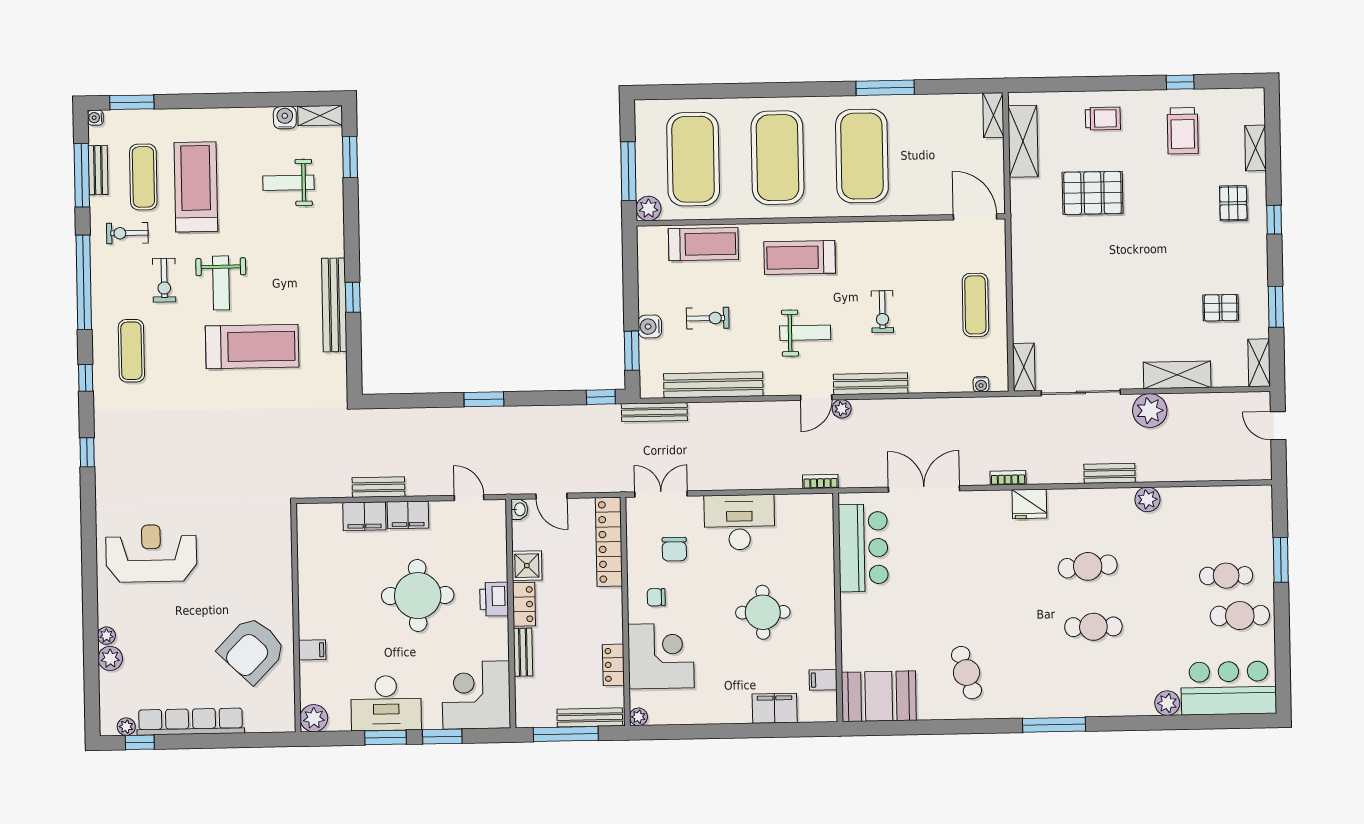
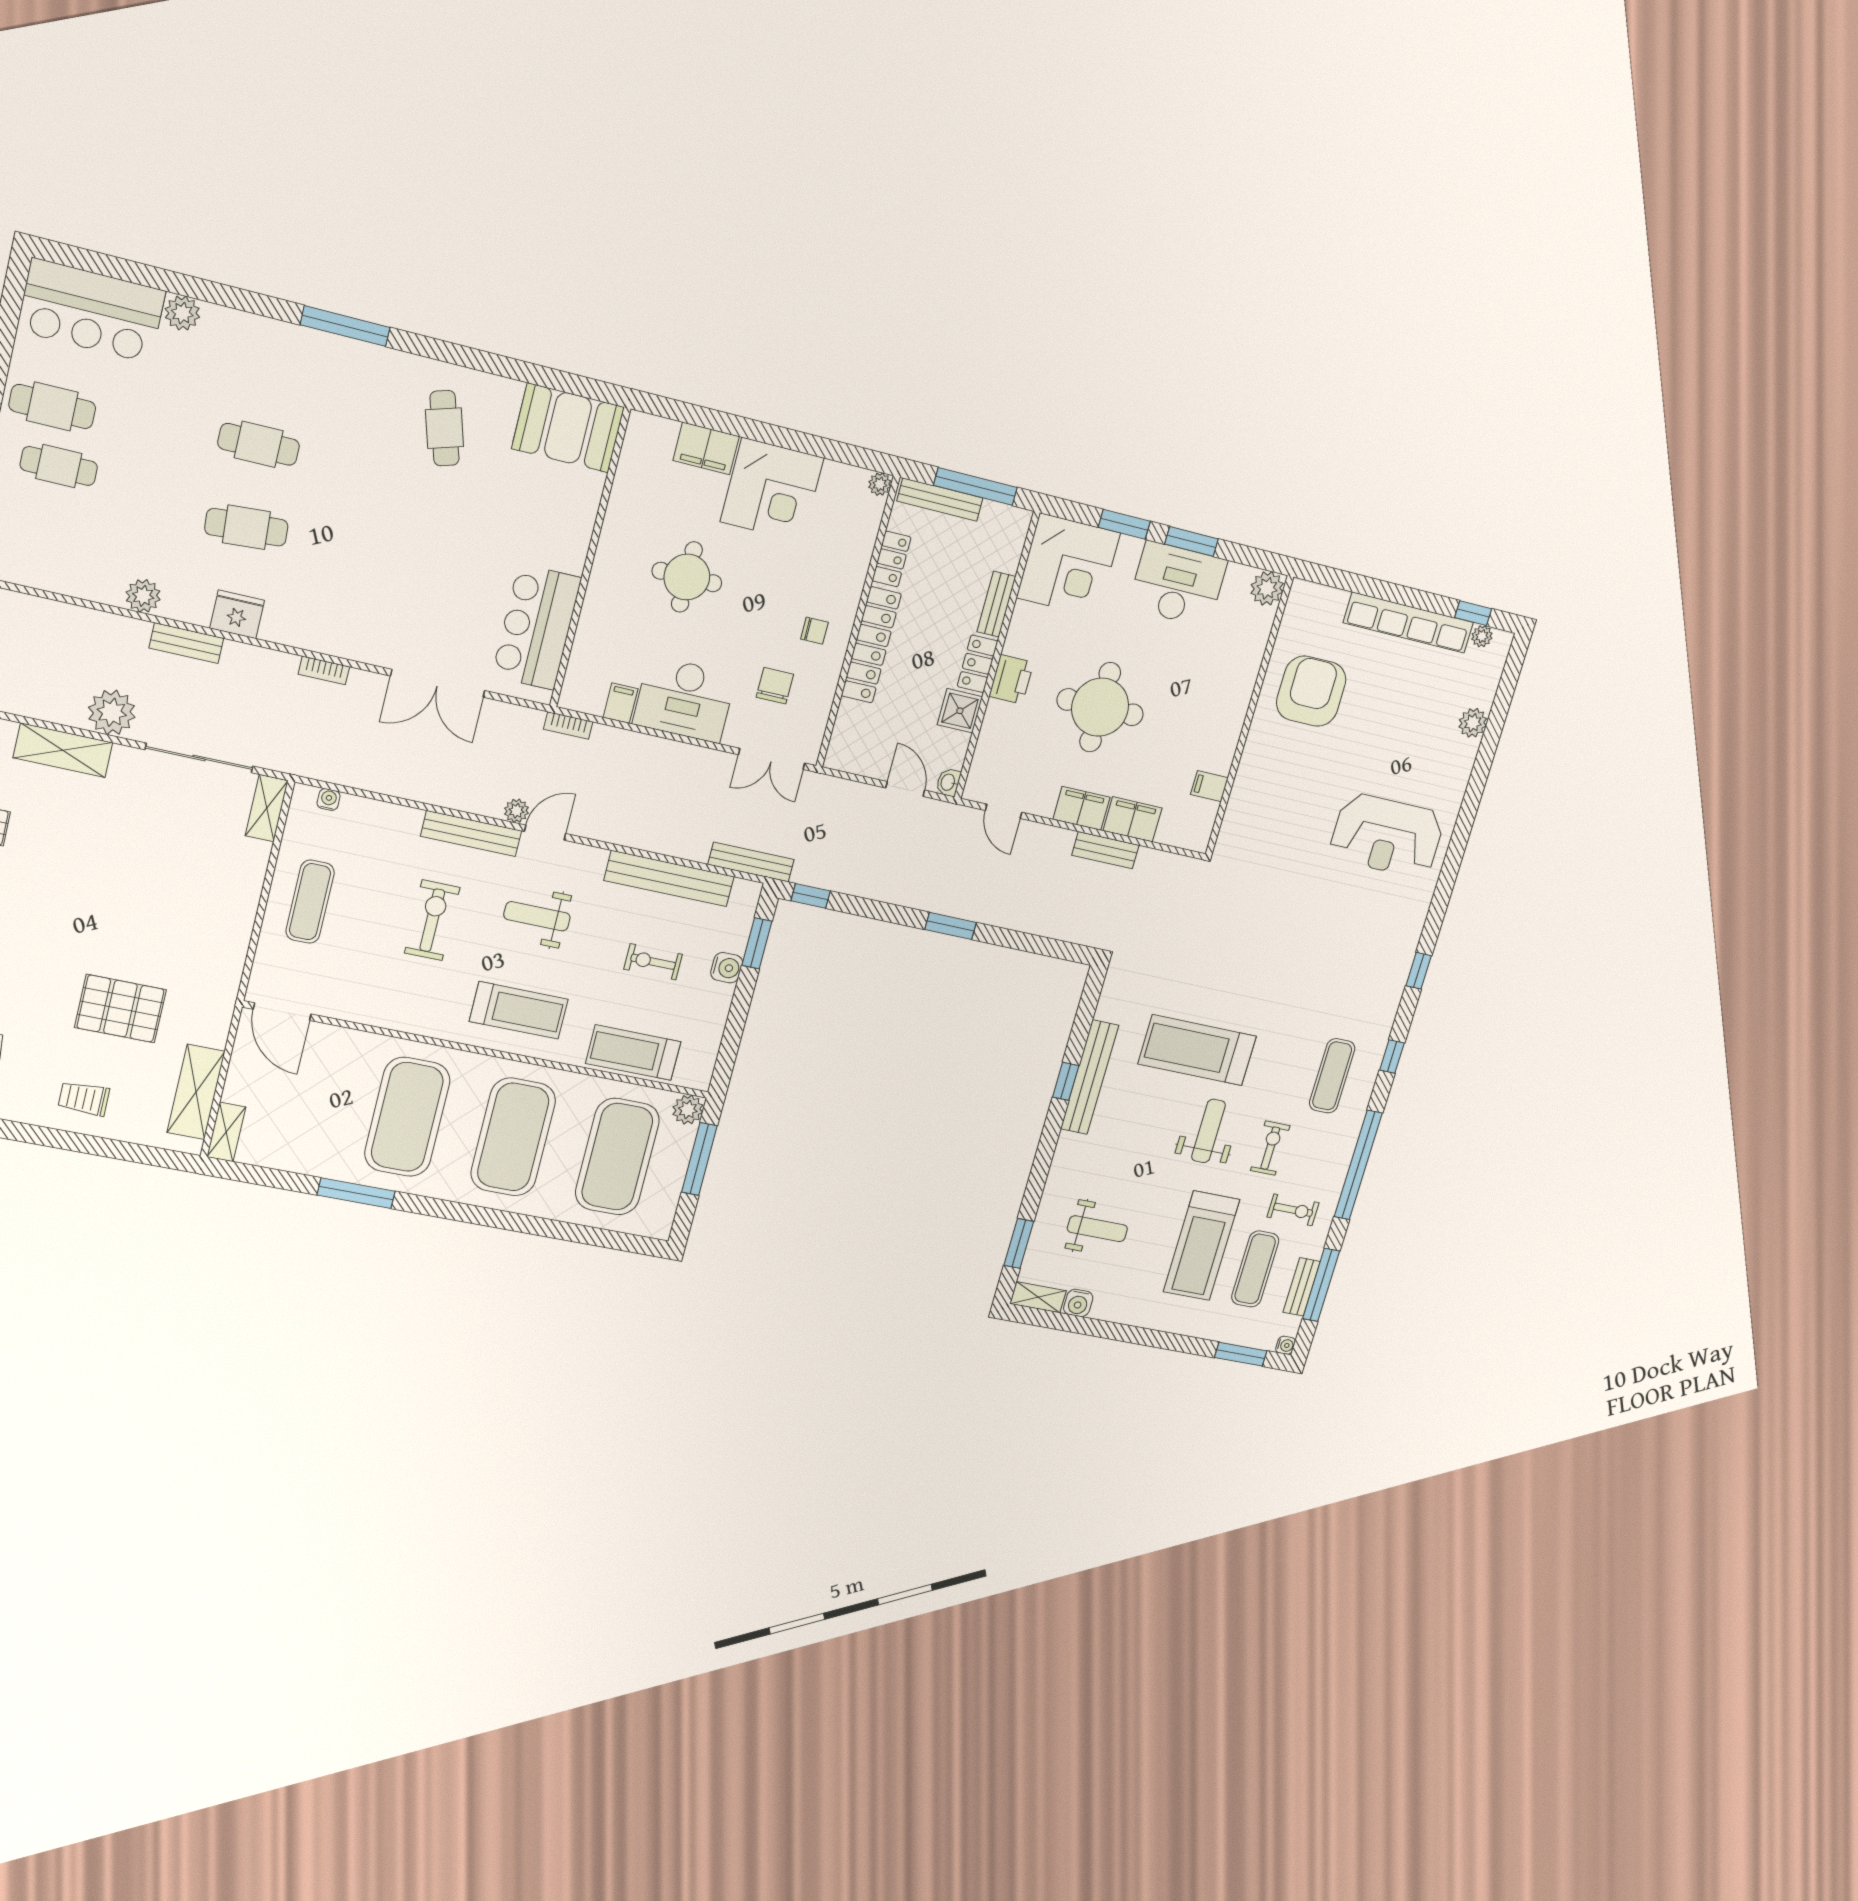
exercise bike: (882, 312) -> (432, 920), width x1.38, depth x1.39
fridge: (1029, 504) -> (237, 614), moved
locker: (609, 542) -> (871, 645), moved
plant: (106, 636) -> (1468, 751), removed
armchair: (252, 650) -> (1311, 691), turned -44
filing cabinet: (312, 650) -> (1209, 786), moved
corner desk: (661, 656) -> (772, 490), moved, turned -90
filing cabinet: (823, 680) -> (621, 703), moved, turned -90

